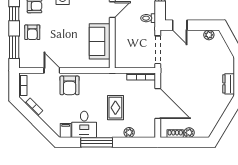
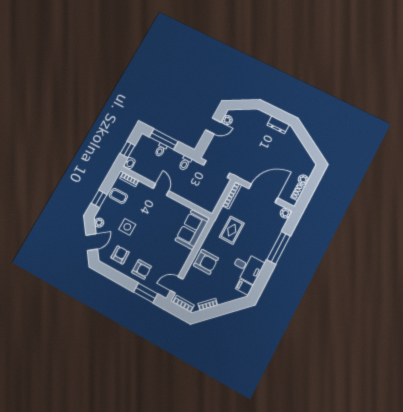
window: (14, 14) -> (117, 277), removed
door: (180, 25) -> (213, 126), moved
sofa: (100, 41) -> (192, 230), moved, turned 90
door: (52, 71) -> (177, 285), moved
rug: (115, 108) -> (232, 230), moved, turned 90
plant: (129, 132) -> (285, 213), moved
window: (97, 142) -> (279, 248), moved

